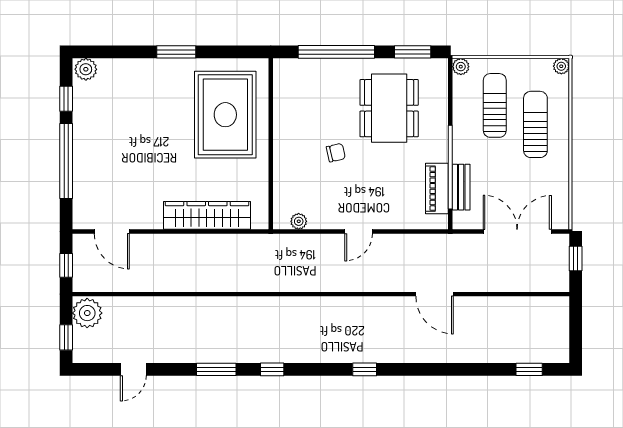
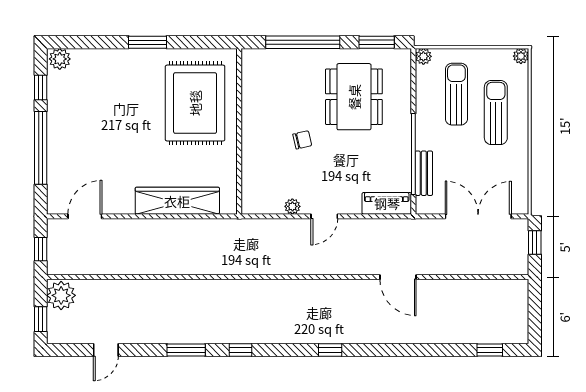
piano: (437, 189) -> (387, 203), moved, turned 90
plant: (299, 221) -> (292, 206), moved
door: (112, 231) -> (85, 216), swing flipped

